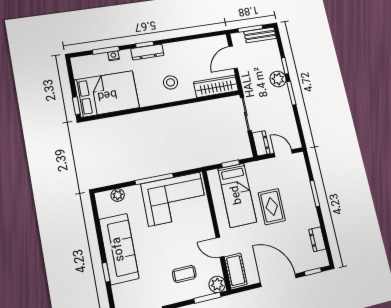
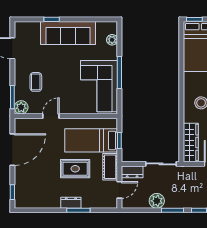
plant: (278, 79) -> (157, 201), moved
dresser: (317, 239) -> (71, 203), moved
cot: (236, 271) -> (110, 167), moved, turned 90
door: (278, 280) -> (12, 150), moved

